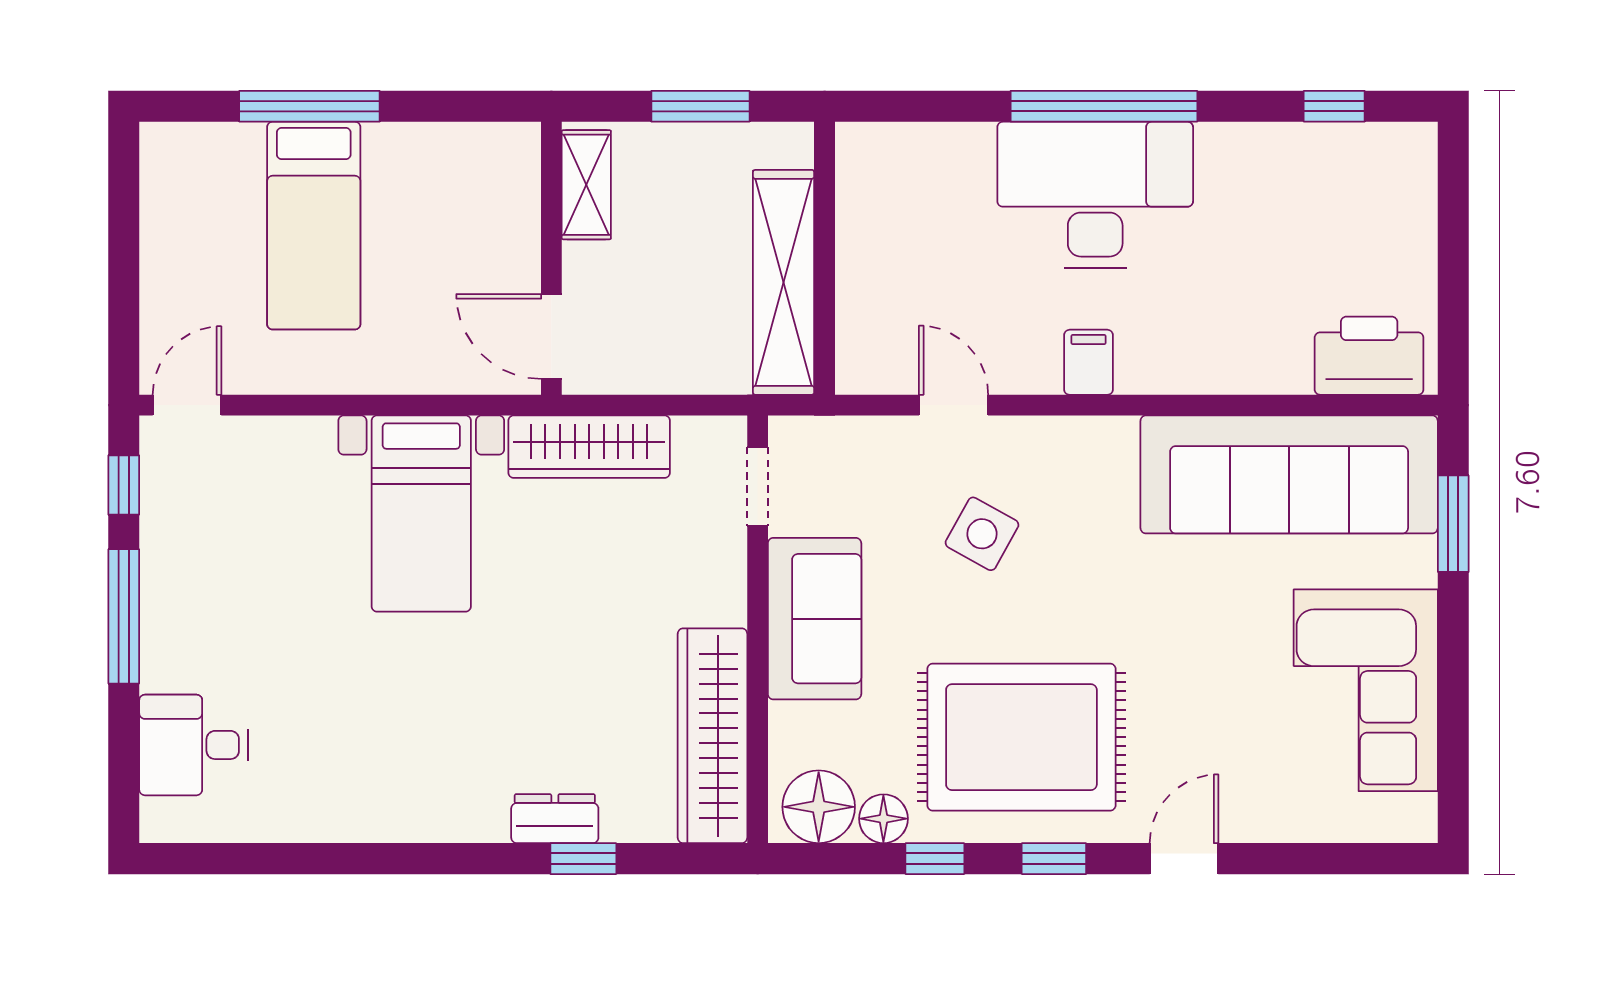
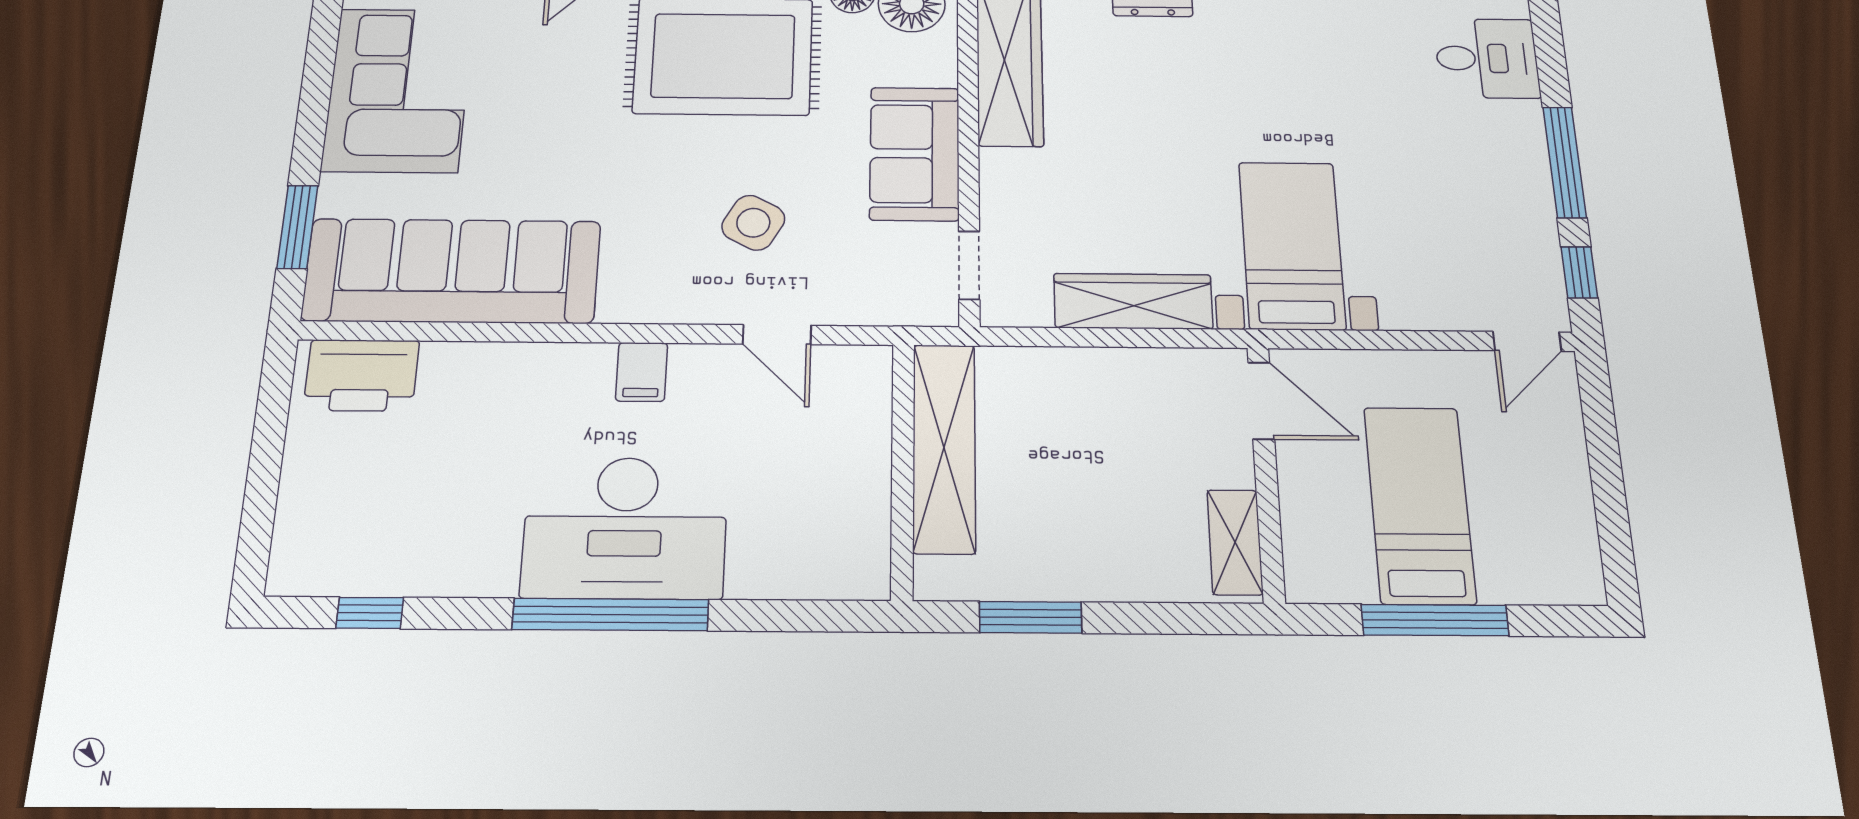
shelving: (586, 185) -> (1235, 542), moved
wall: (551, 258) -> (1266, 473), moved
door: (551, 336) -> (1261, 401), moved

